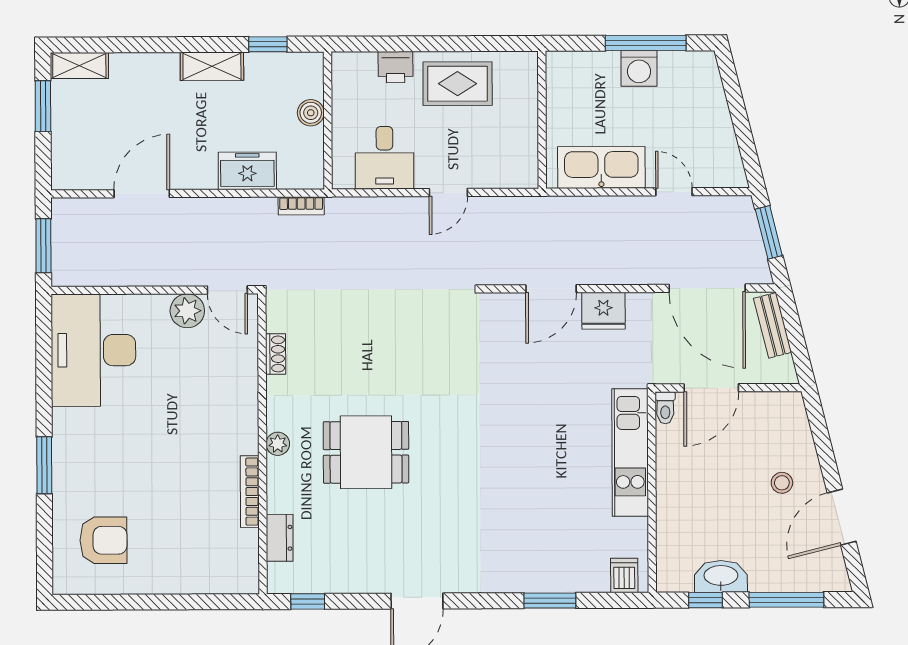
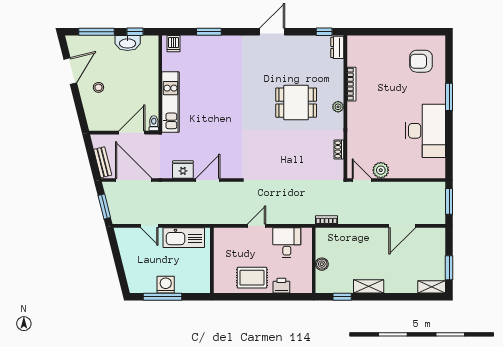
freezer: (247, 171) -> (352, 237), removed
desk: (93, 350) -> (425, 131), moved
dresser: (280, 538) -> (337, 47), moved

